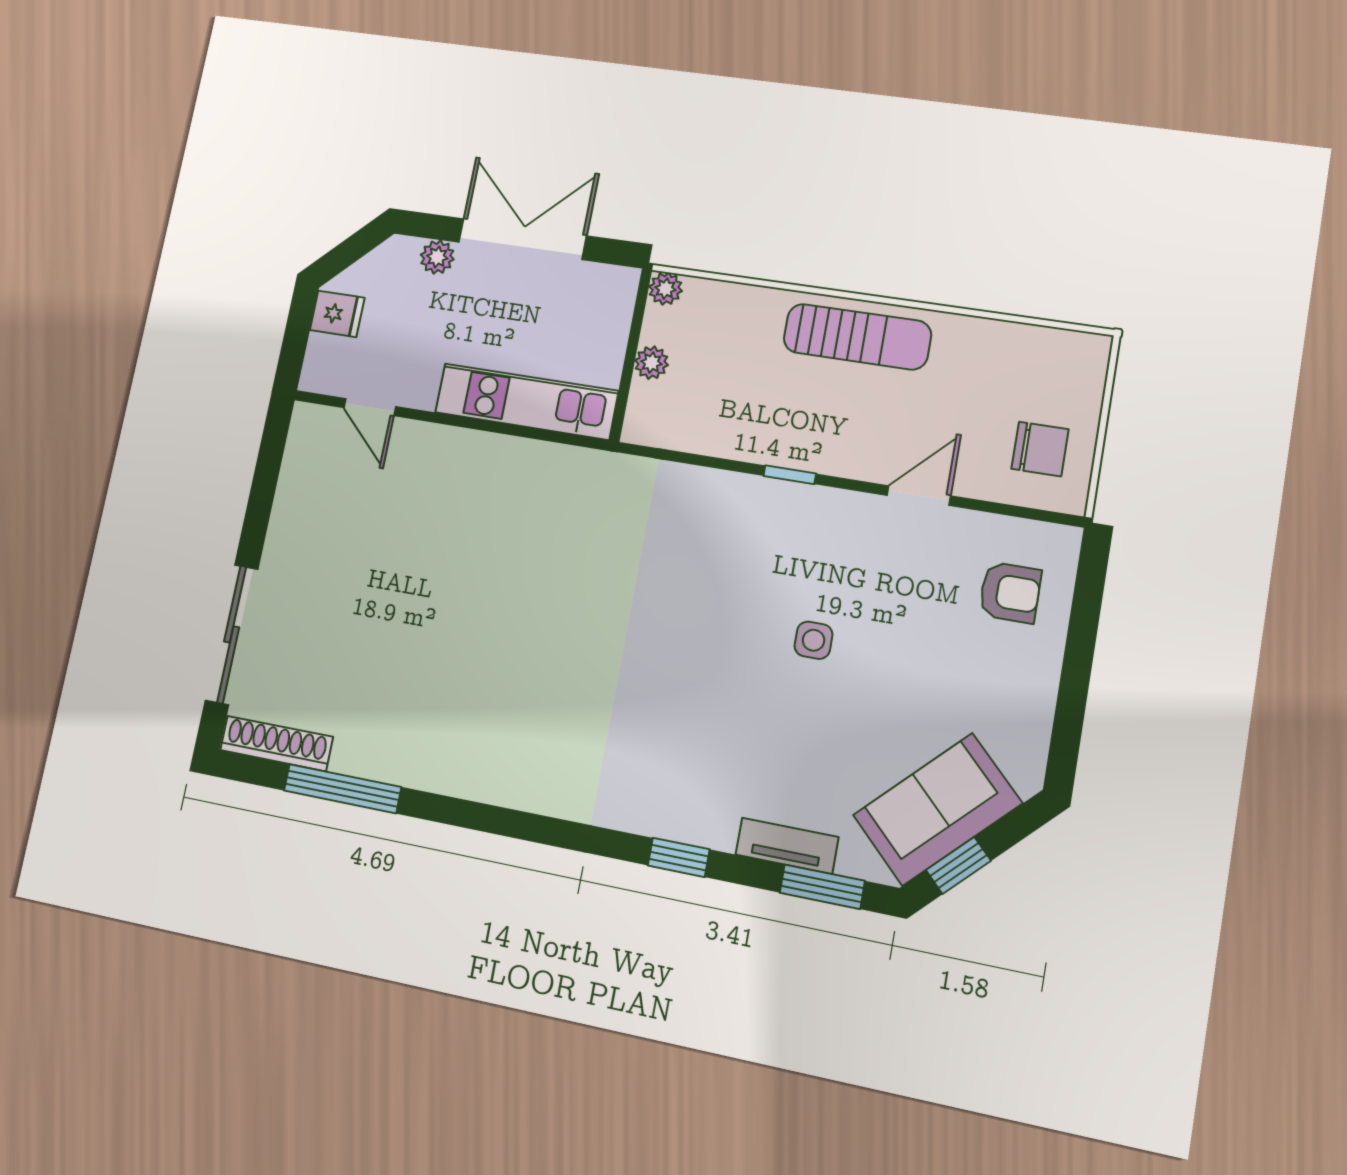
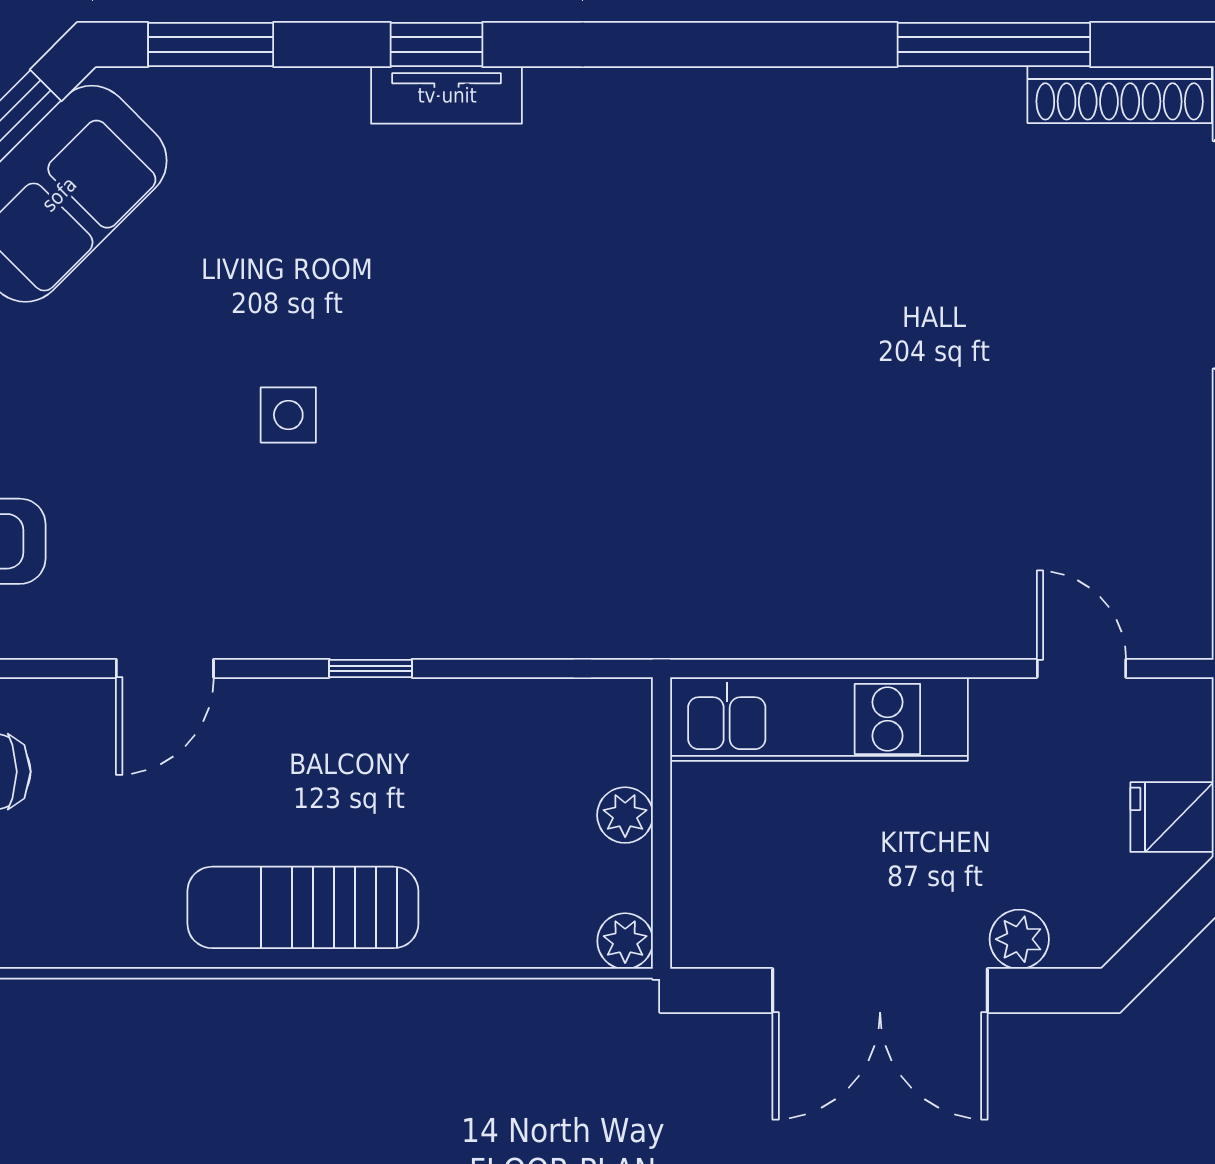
tv unit: (787, 846) -> (447, 95), moved

